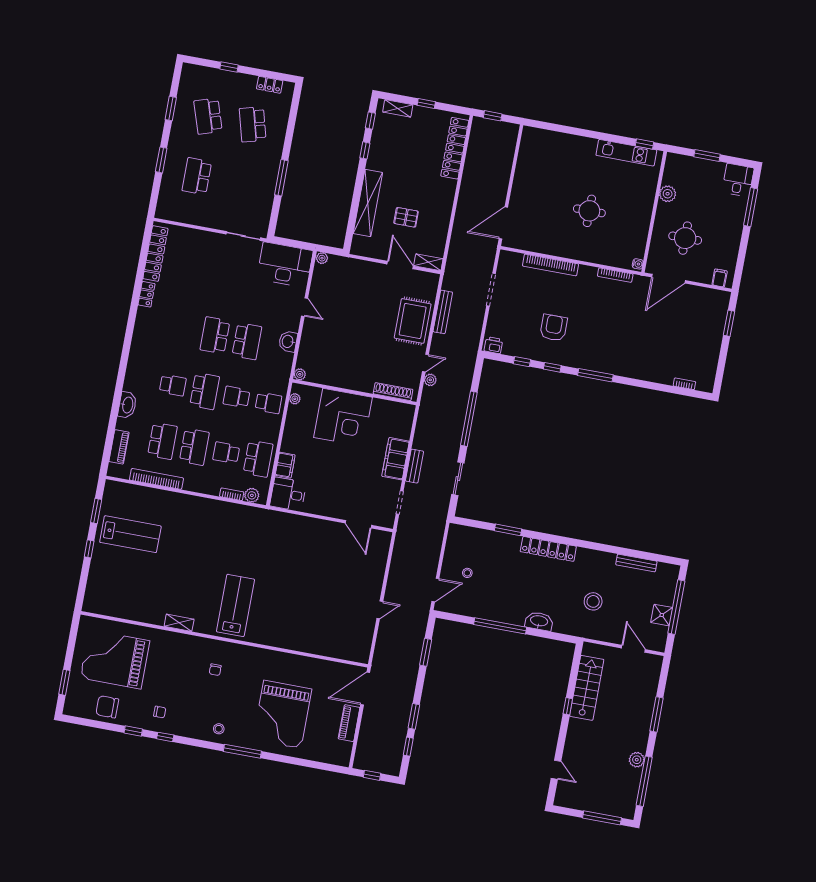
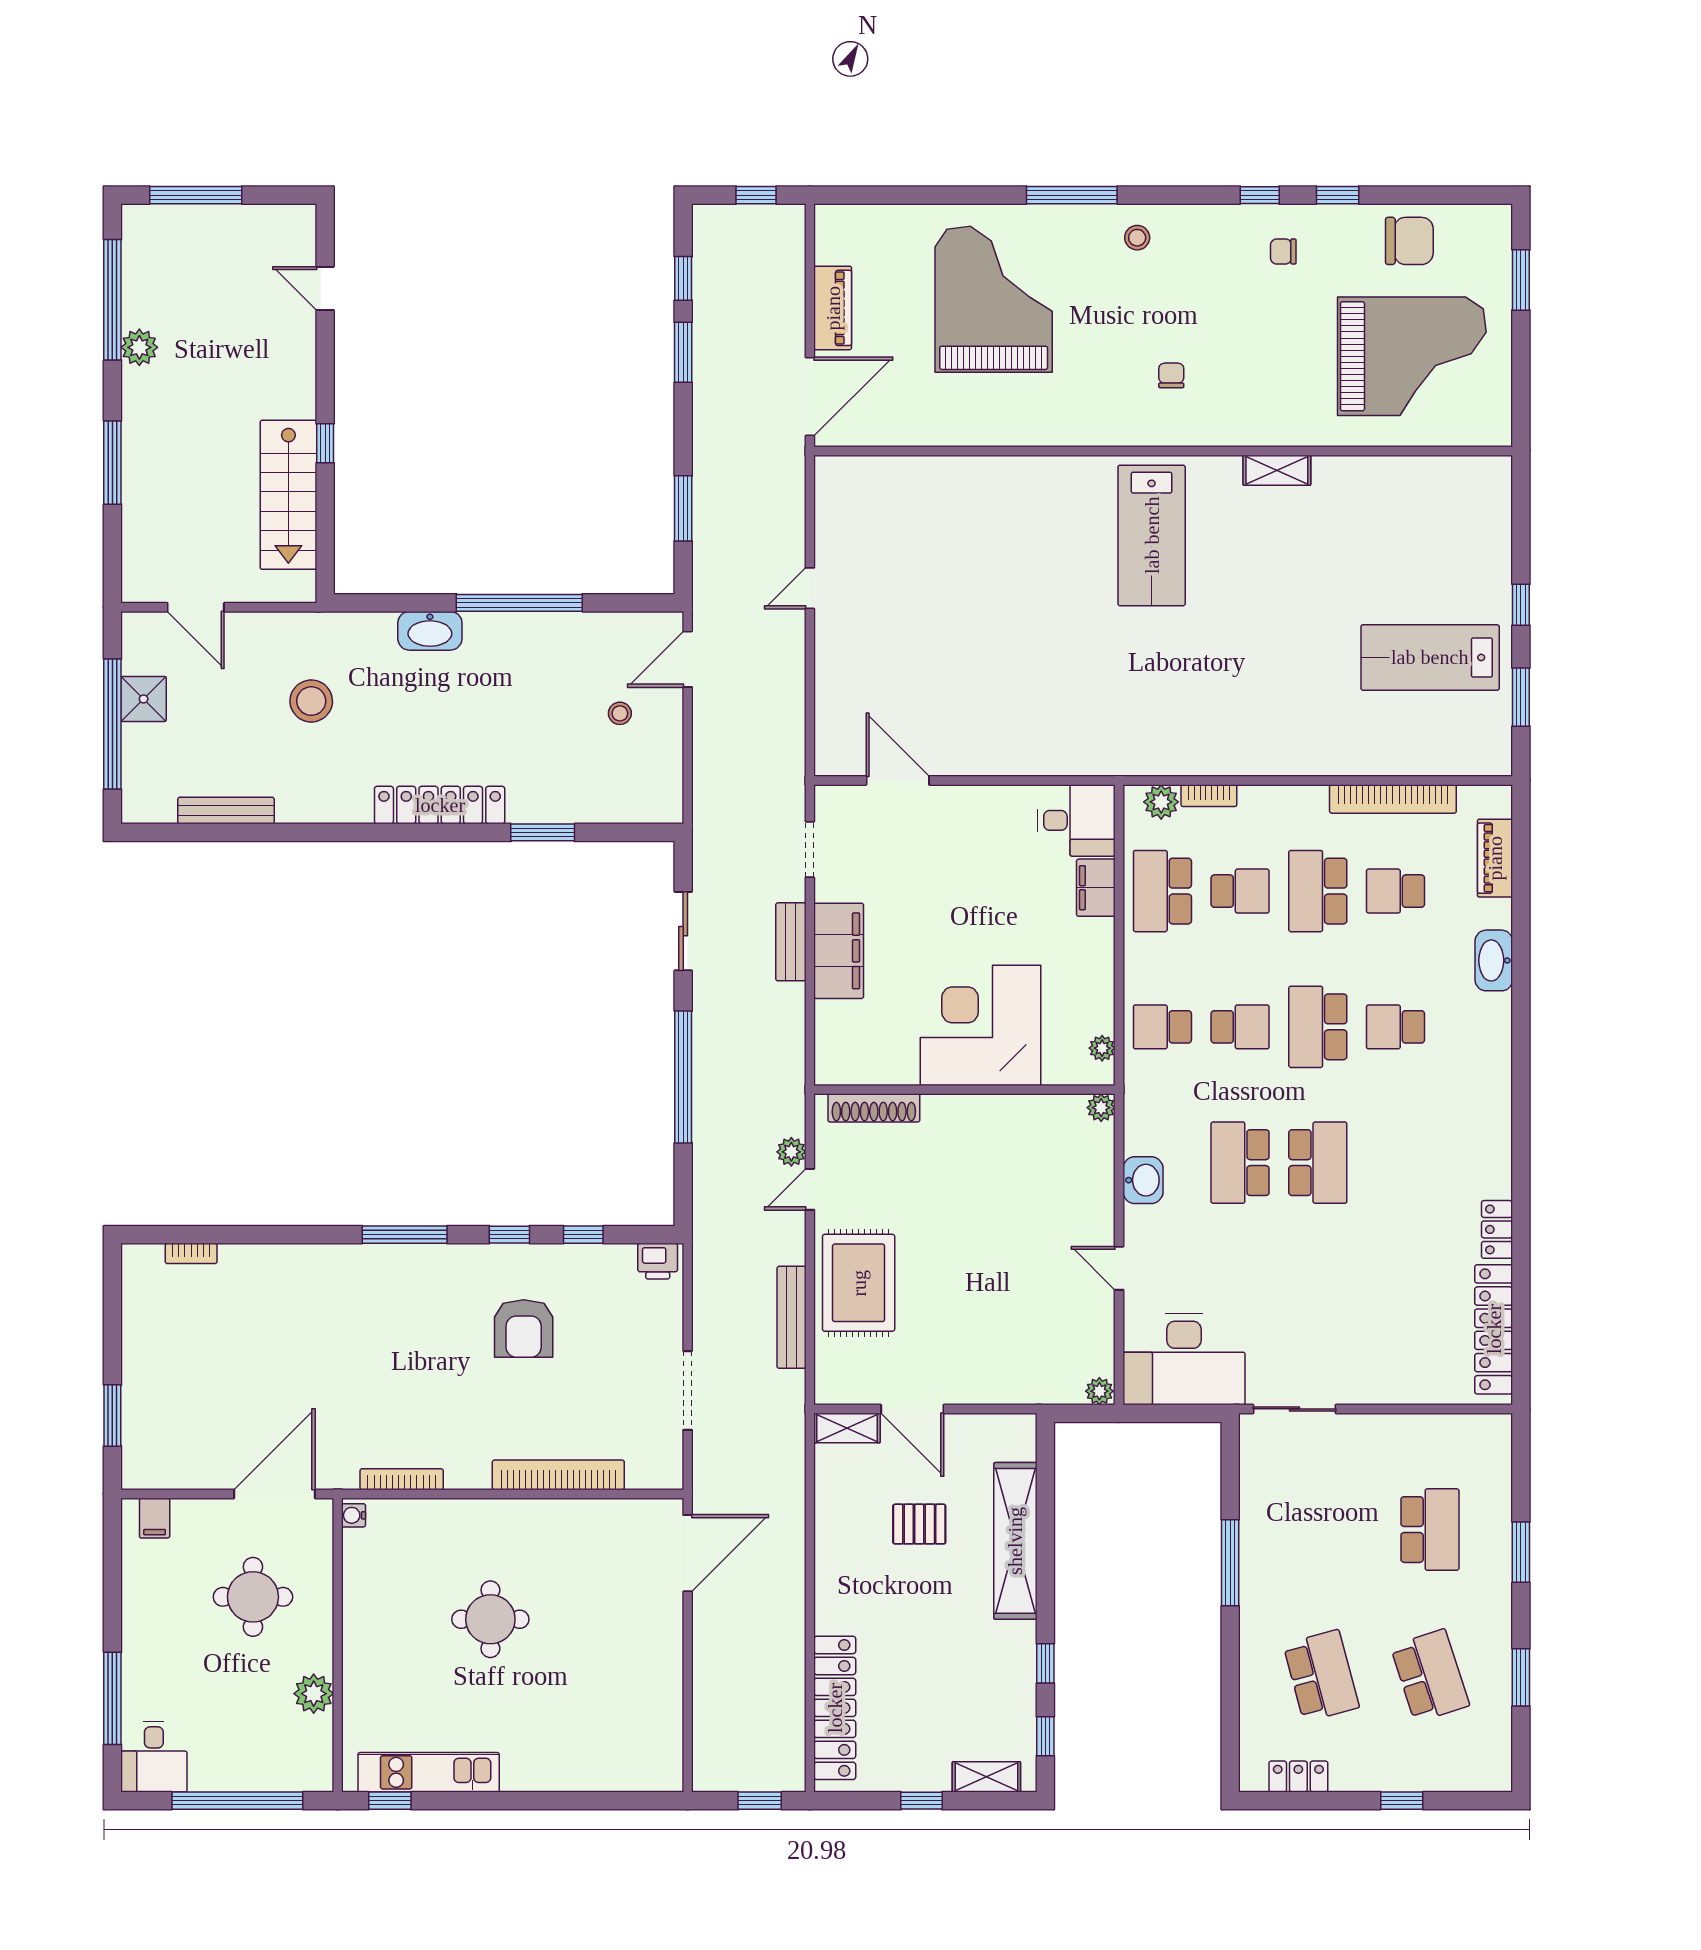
window: (707, 156) -> (237, 1801), width x2.11
school desk: (162, 441) -> (1395, 891), width x0.54

